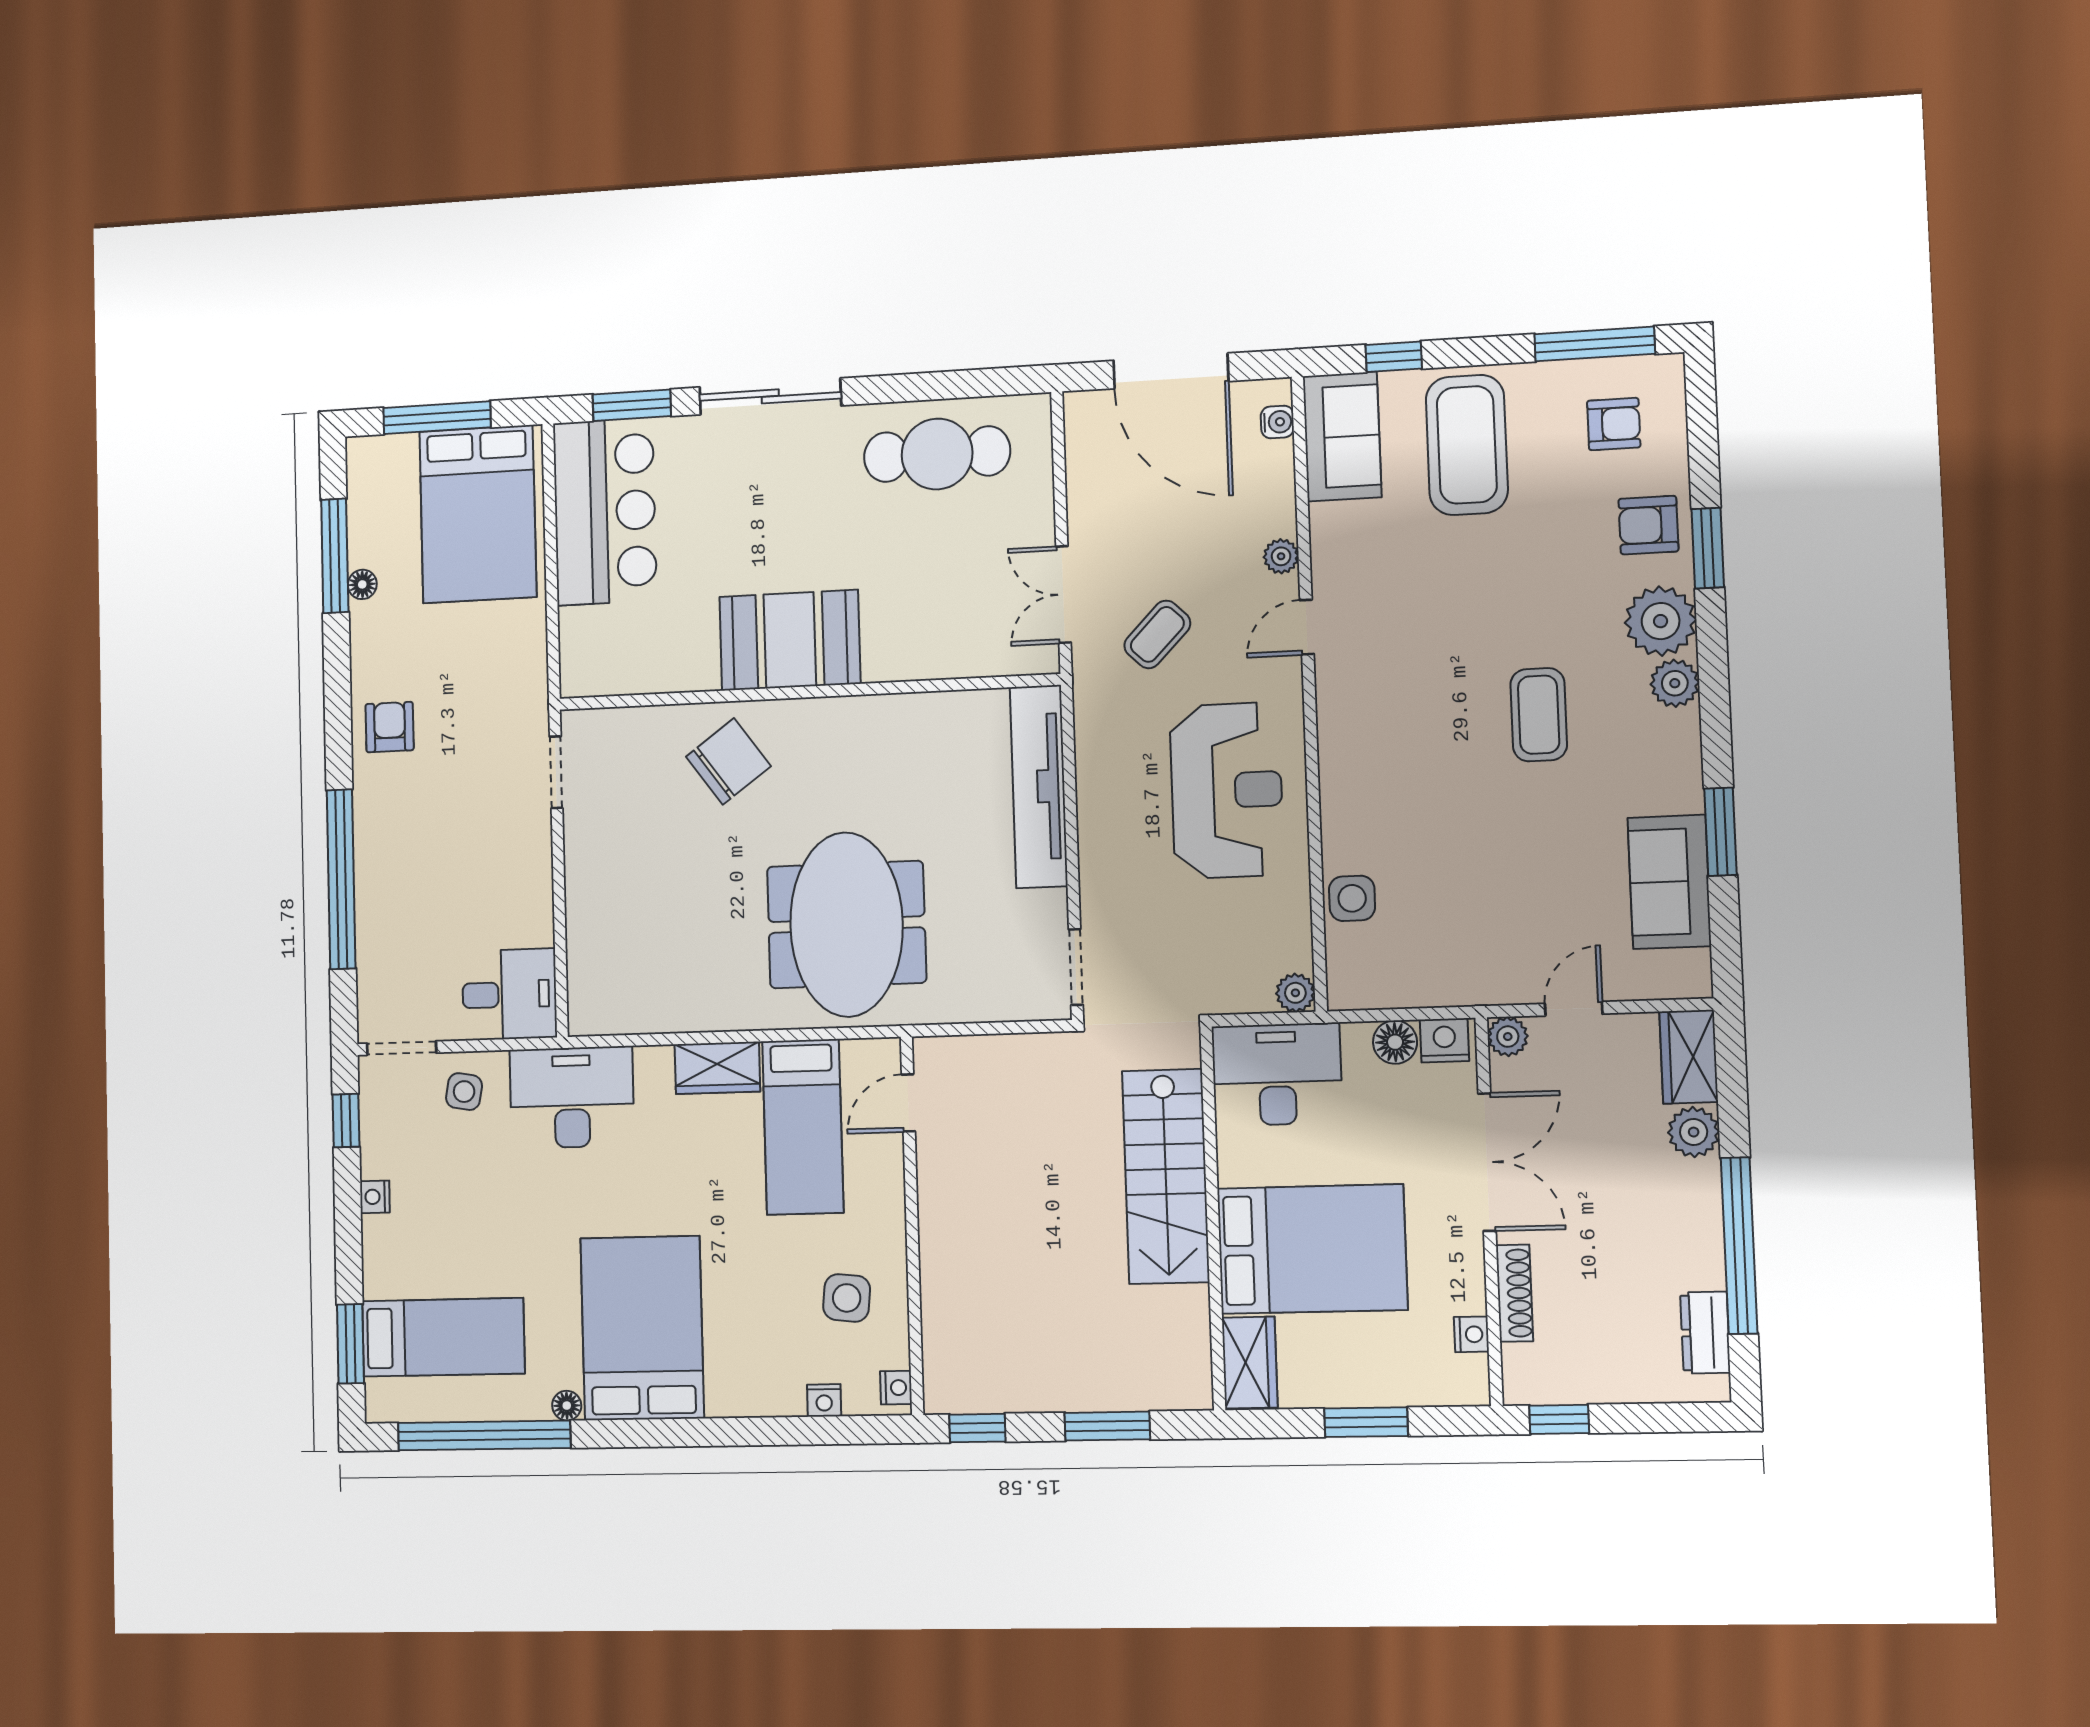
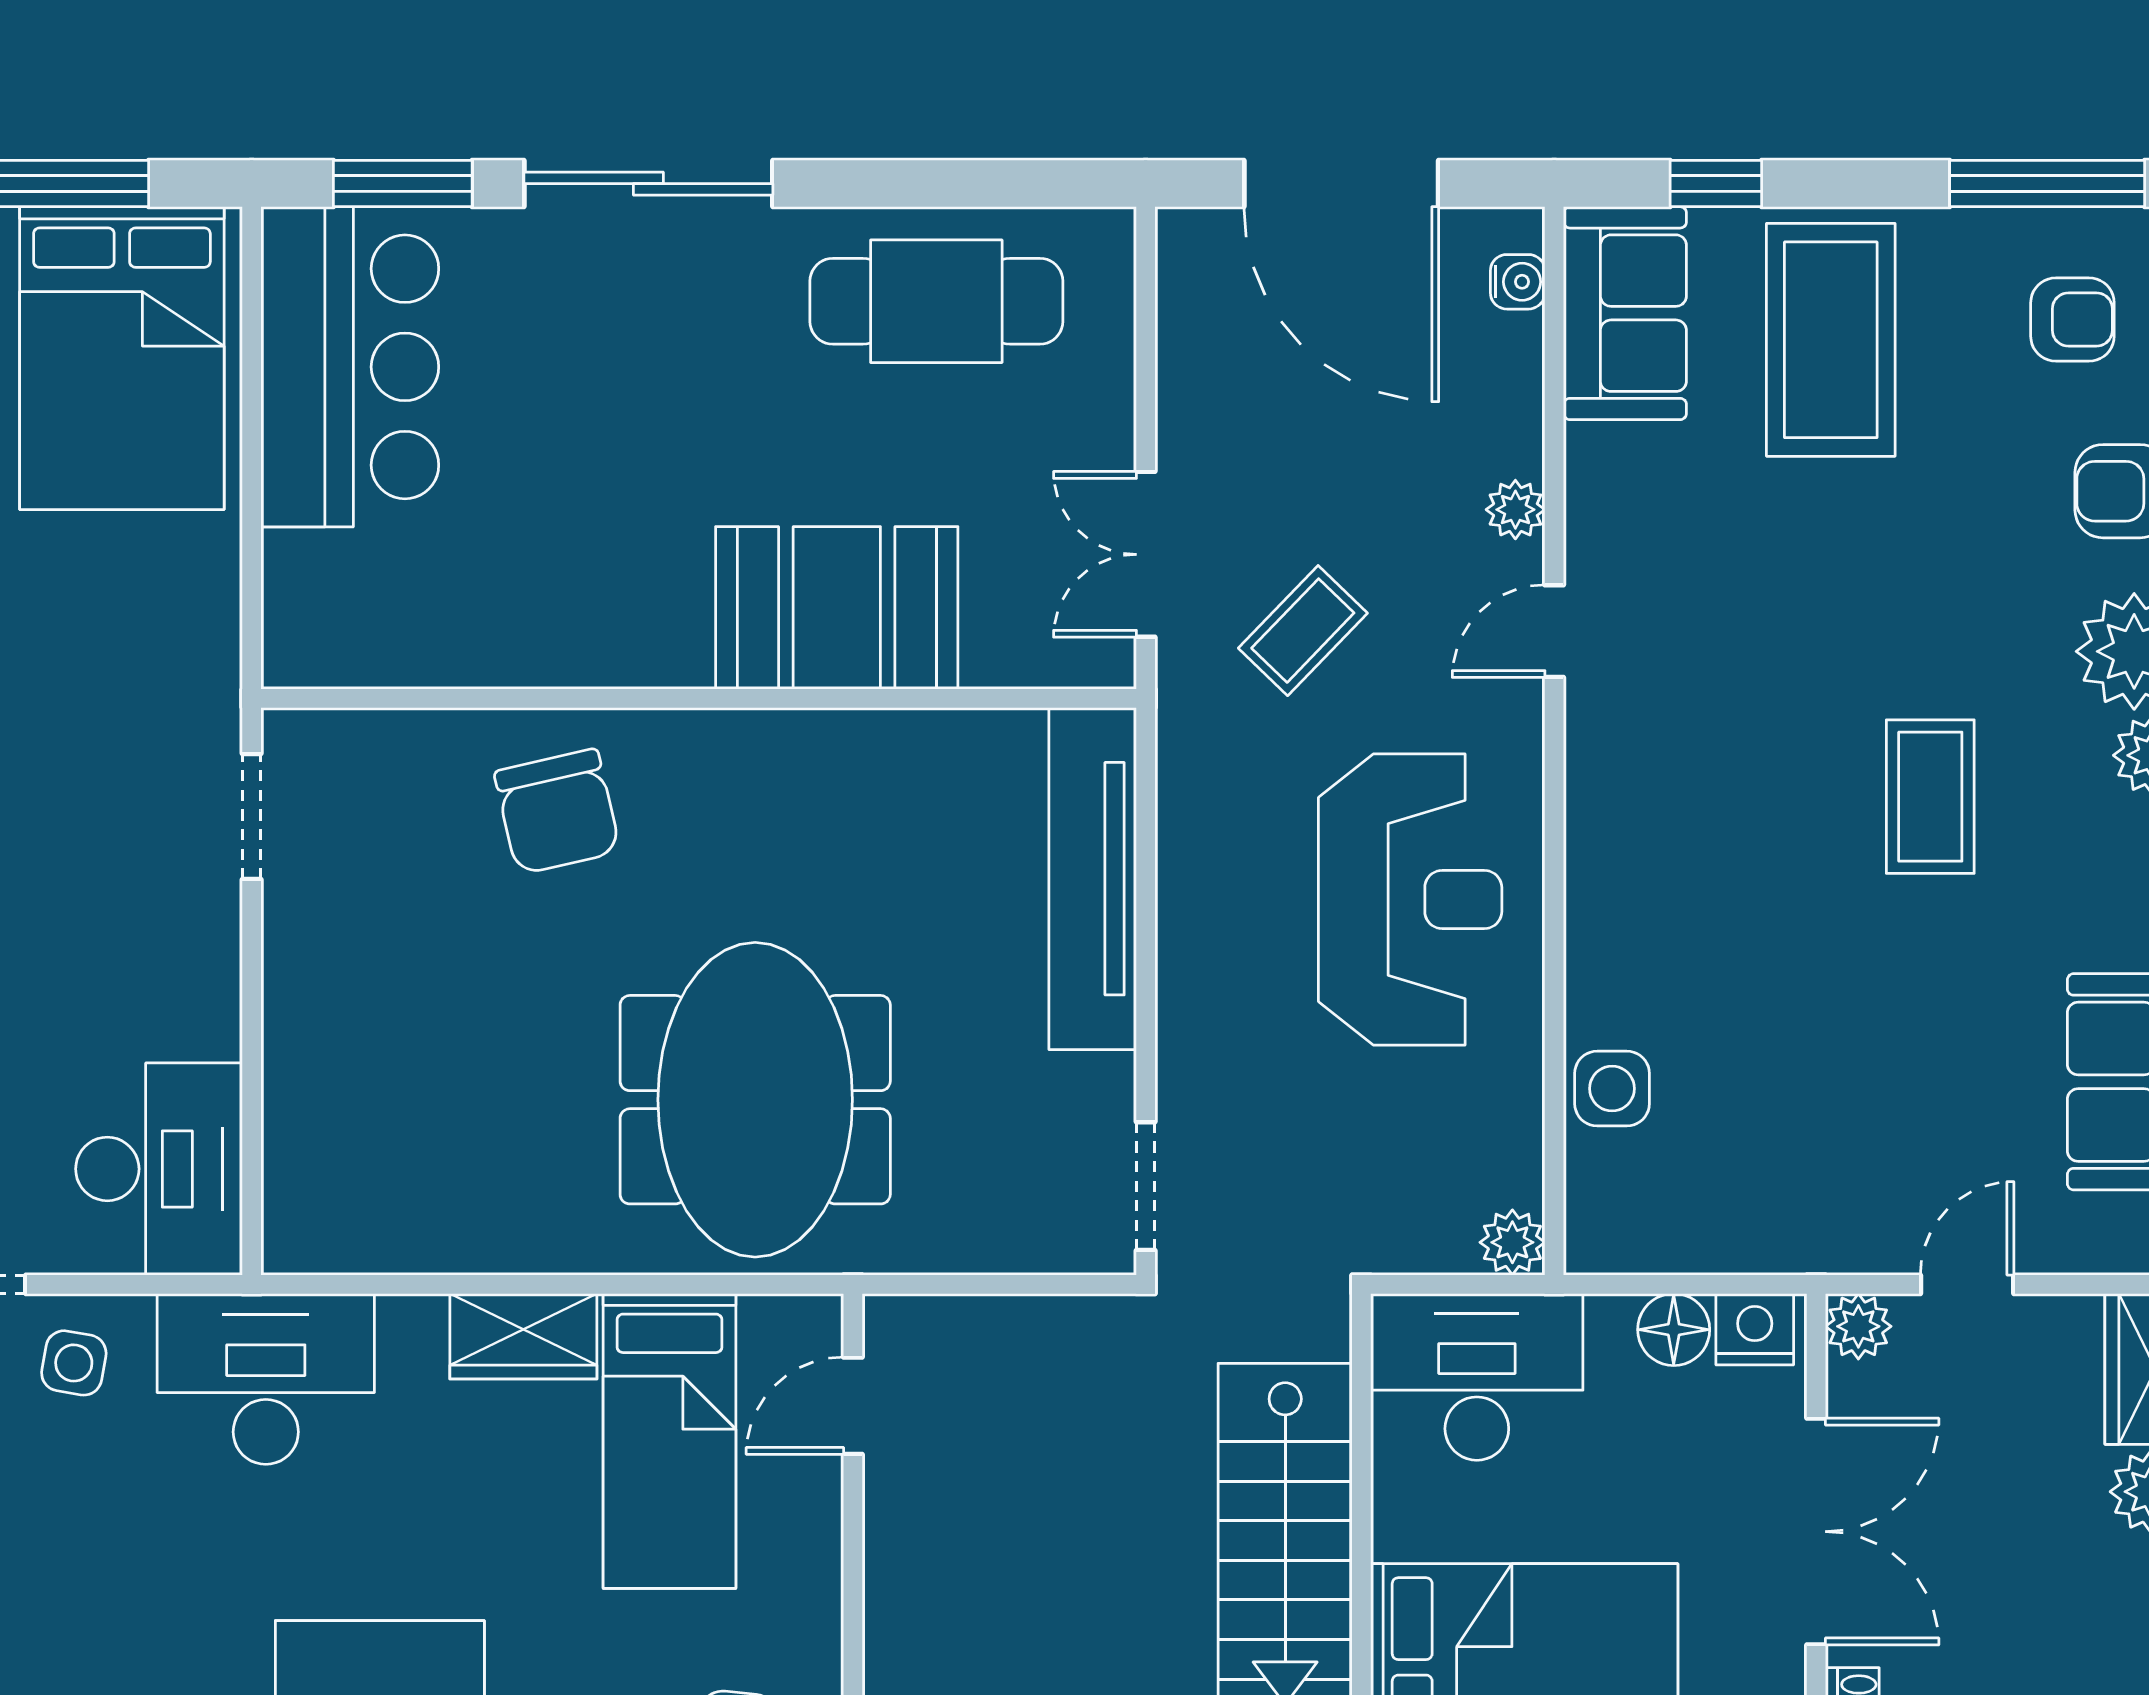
booth: (790, 640) -> (837, 608), moved
chair: (728, 761) -> (557, 812), turned 113
desk: (509, 994) -> (159, 1169), width x1.37

